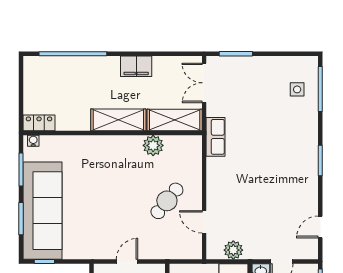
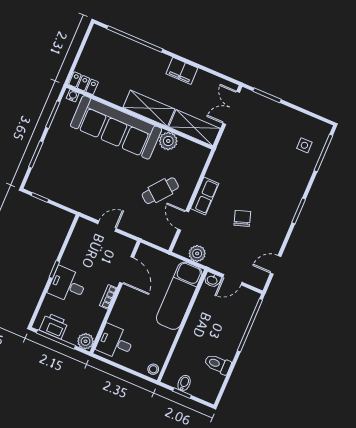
row of seats: (216, 137) -> (205, 196), moved
chair: (265, 193) -> (242, 218), added
sofa: (42, 211) -> (116, 127), moved, turned 90

